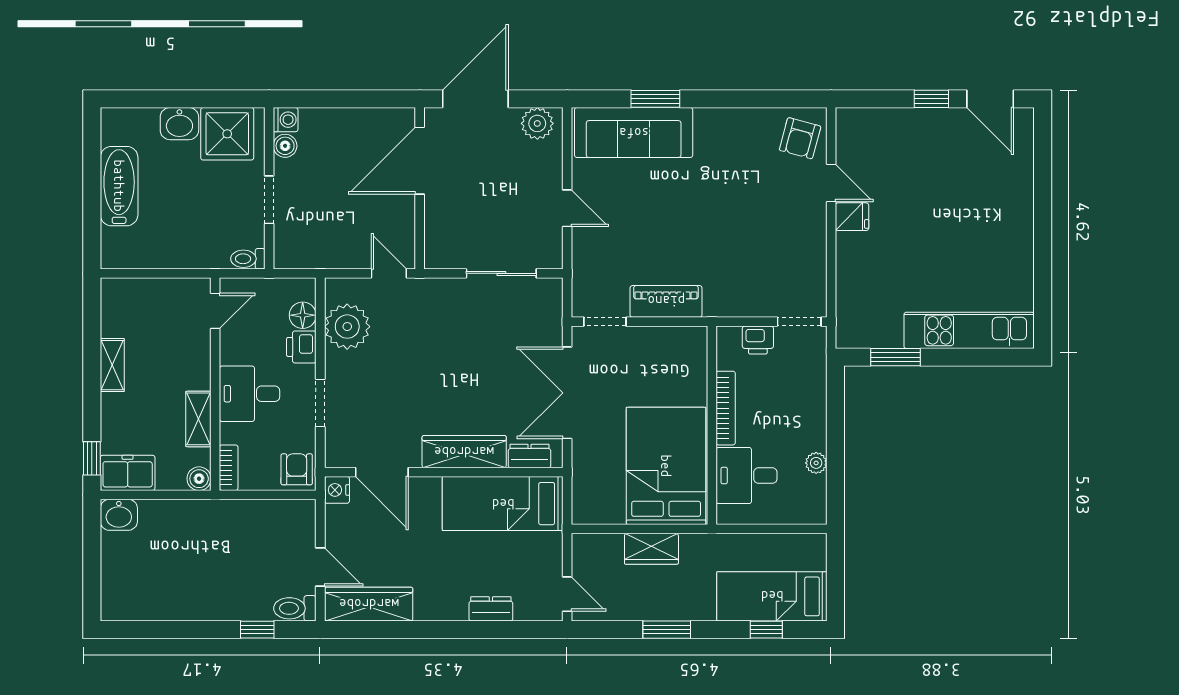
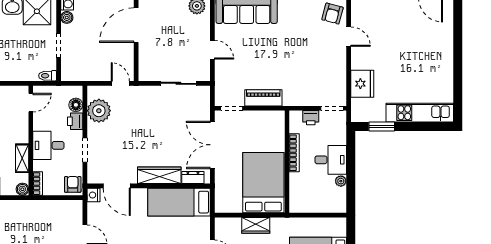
fridge: (852, 217) -> (362, 84), moved, width x1.88, depth x1.34
desk: (747, 476) -> (331, 160), moved, turned 180

